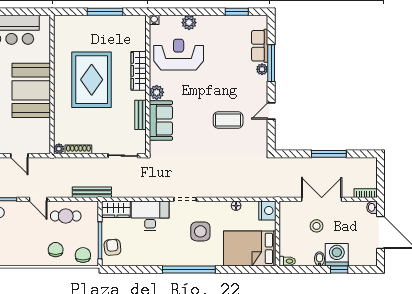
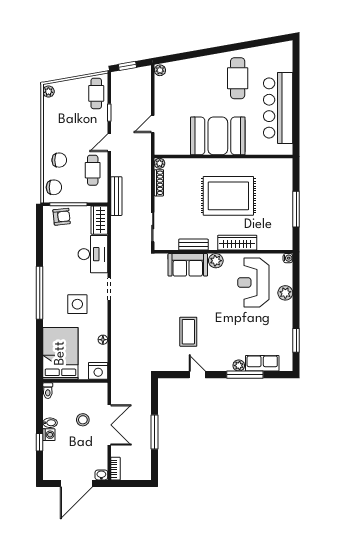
reception desk: (179, 55) -> (253, 282), turned 180
washing machine: (337, 255) -> (49, 435), width x0.53, depth x0.53

